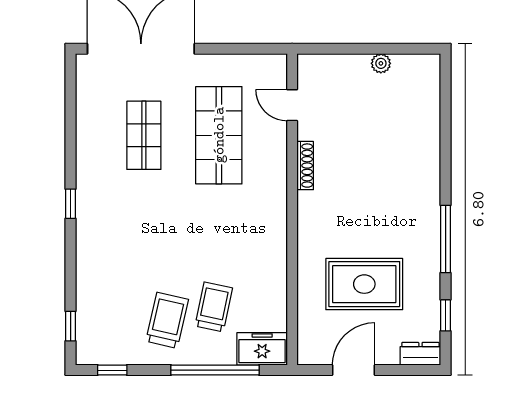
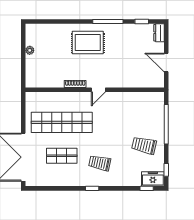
door: (292, 105) -> (98, 90), moved
shop shelf: (219, 135) -> (62, 122), width x1.40
rug: (364, 284) -> (88, 43), moved, turned 90
trolley: (214, 307) -> (100, 163), moved
freezer: (262, 349) -> (153, 179), moved, turned 90

